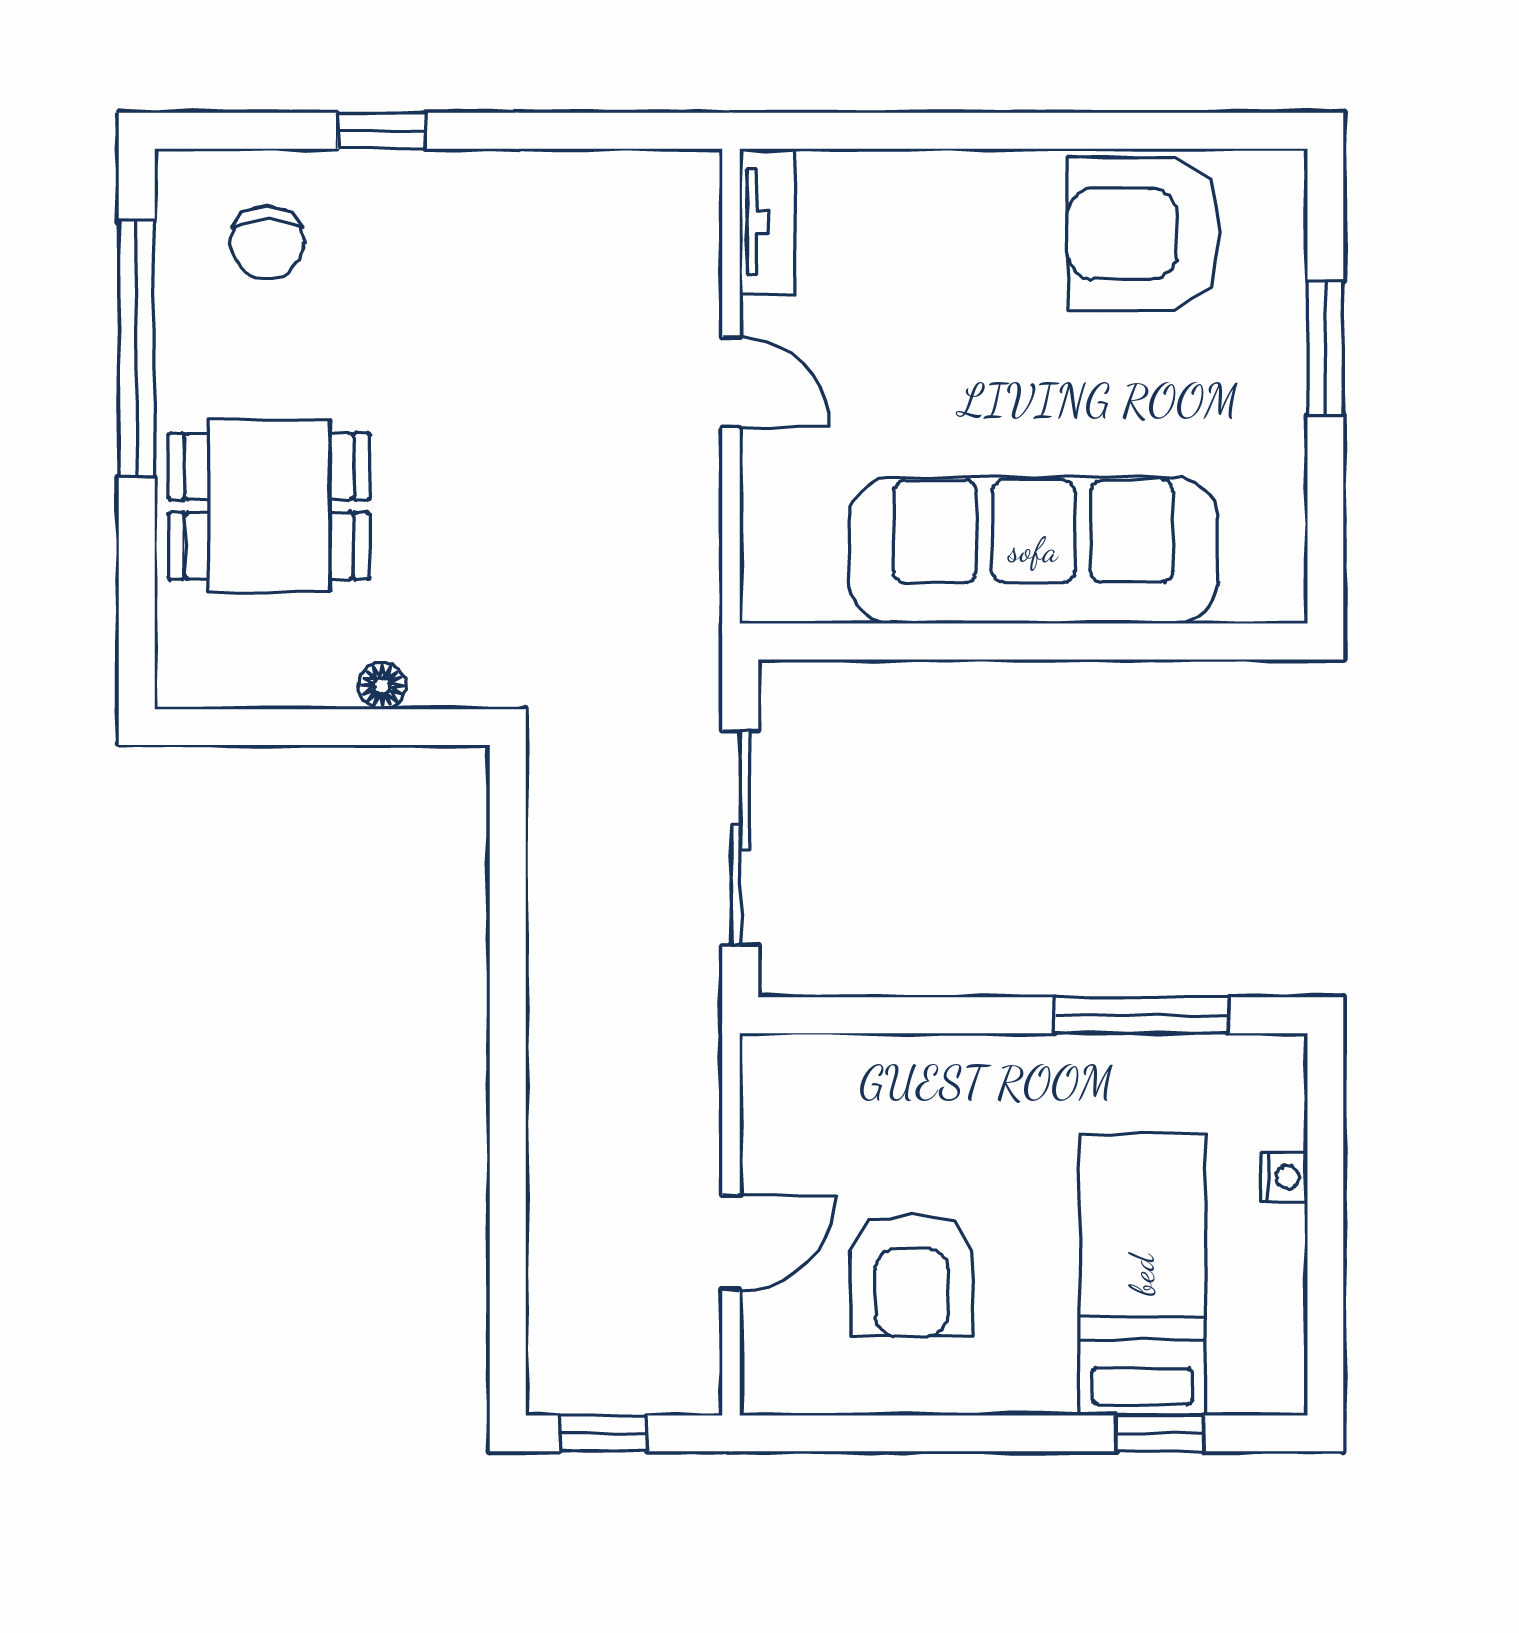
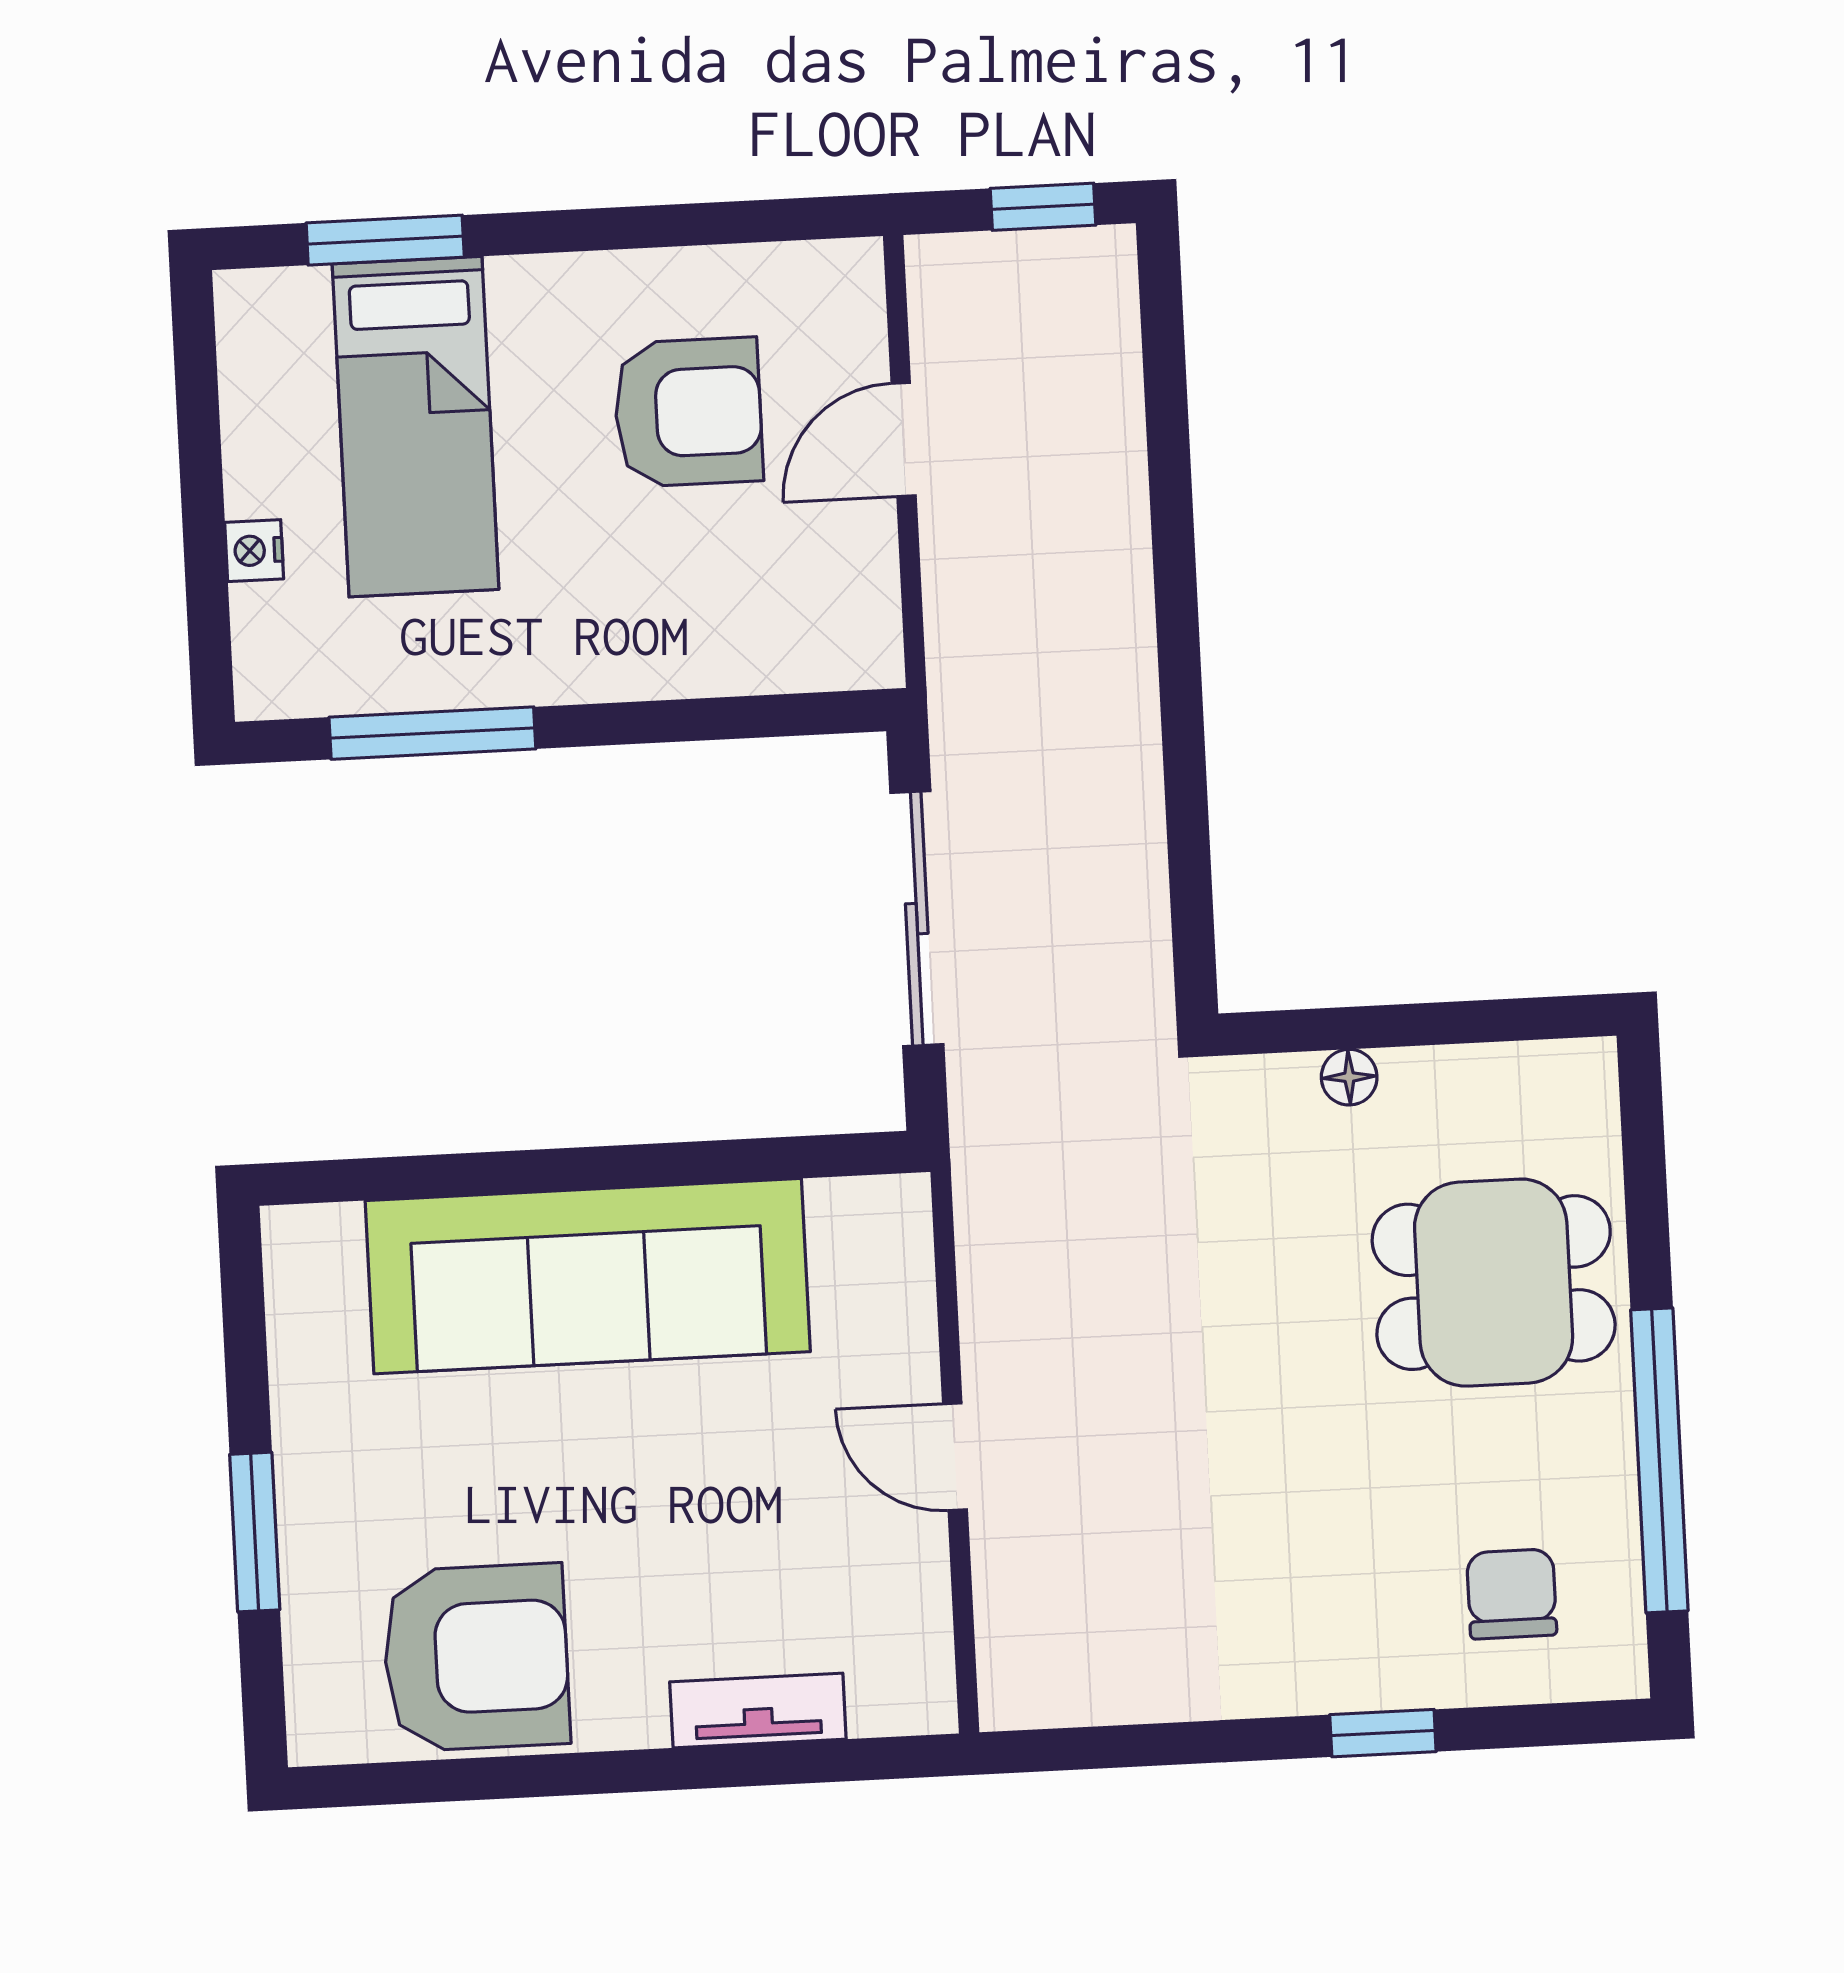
tv unit: (768, 222) -> (758, 1710), moved, turned 90
armchair: (912, 1275) -> (688, 412), turned 90
window: (1160, 1433) -> (385, 240), width x1.50

